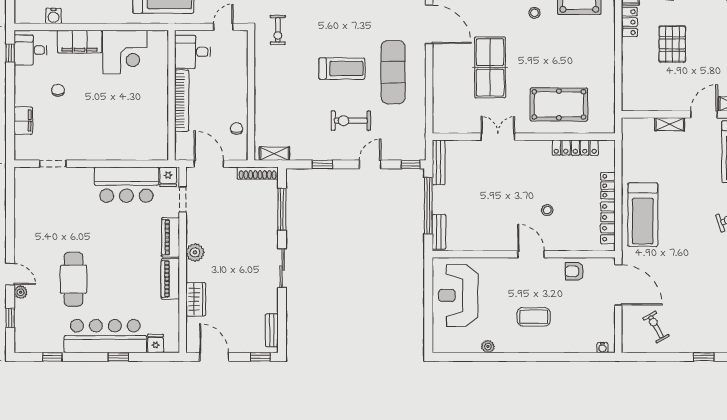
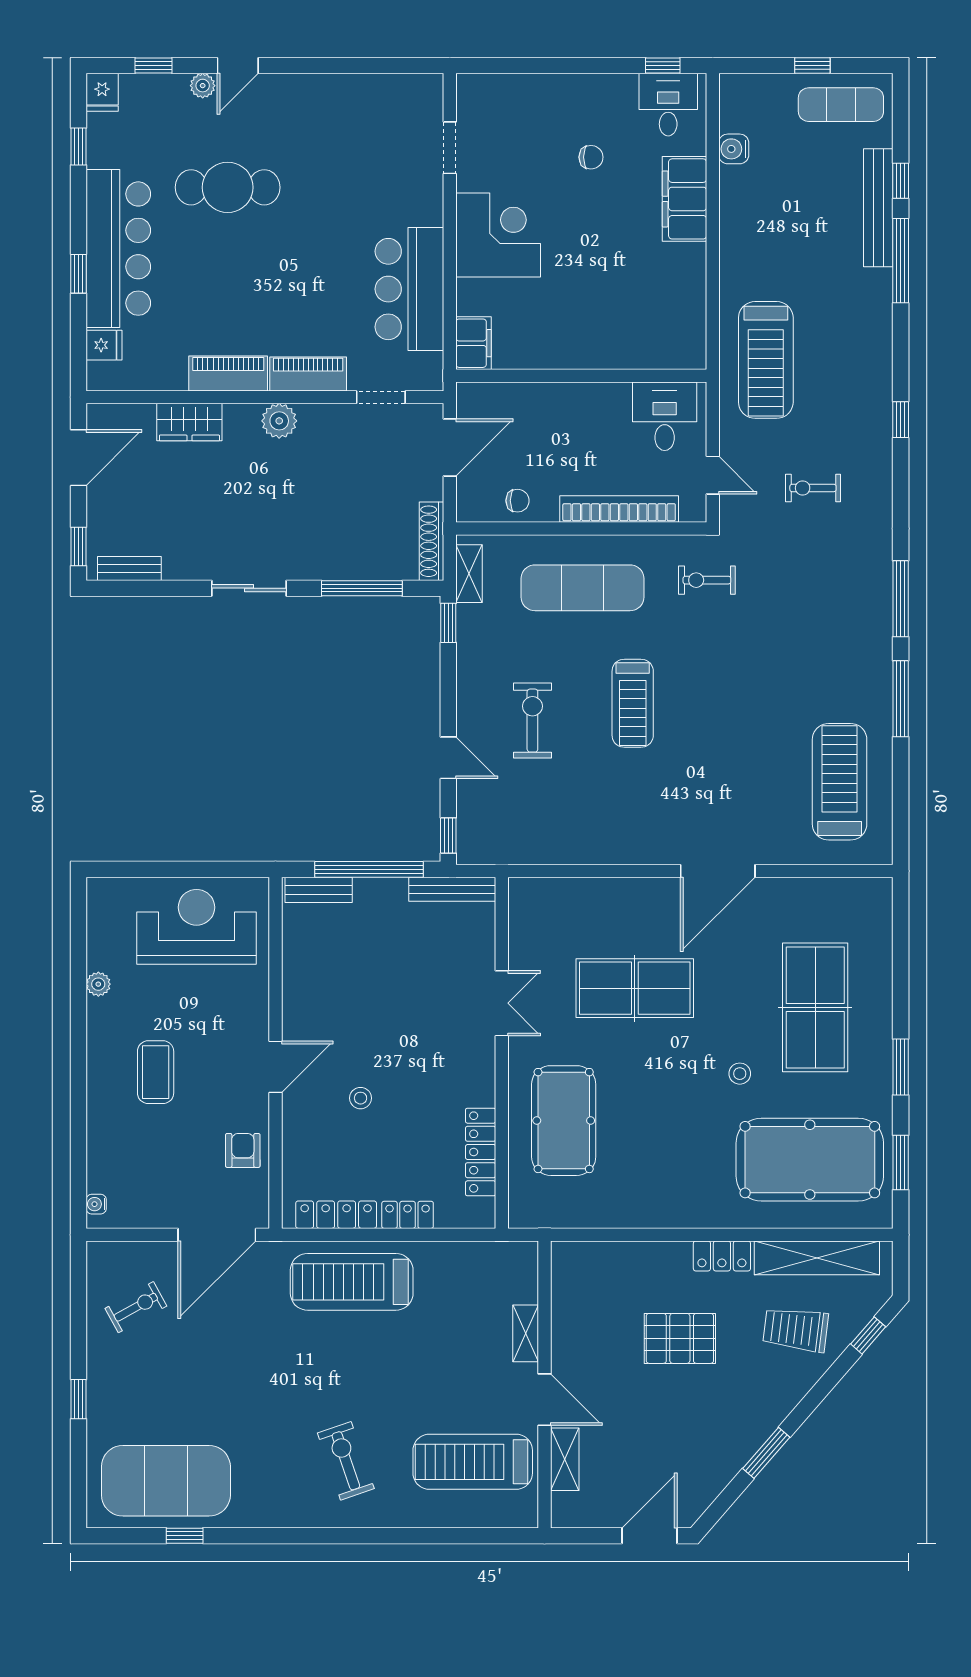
corner desk: (125, 52) -> (498, 235), moved, turned 180
exercise mat: (393, 72) -> (582, 588), moved
bookcase: (182, 101) -> (619, 509), moved, turned 180
filing cabinet: (23, 121) -> (474, 343), moved, turned -90
window: (322, 164) -> (448, 623), moved
fridge: (168, 177) -> (102, 92), moved, turned -90

